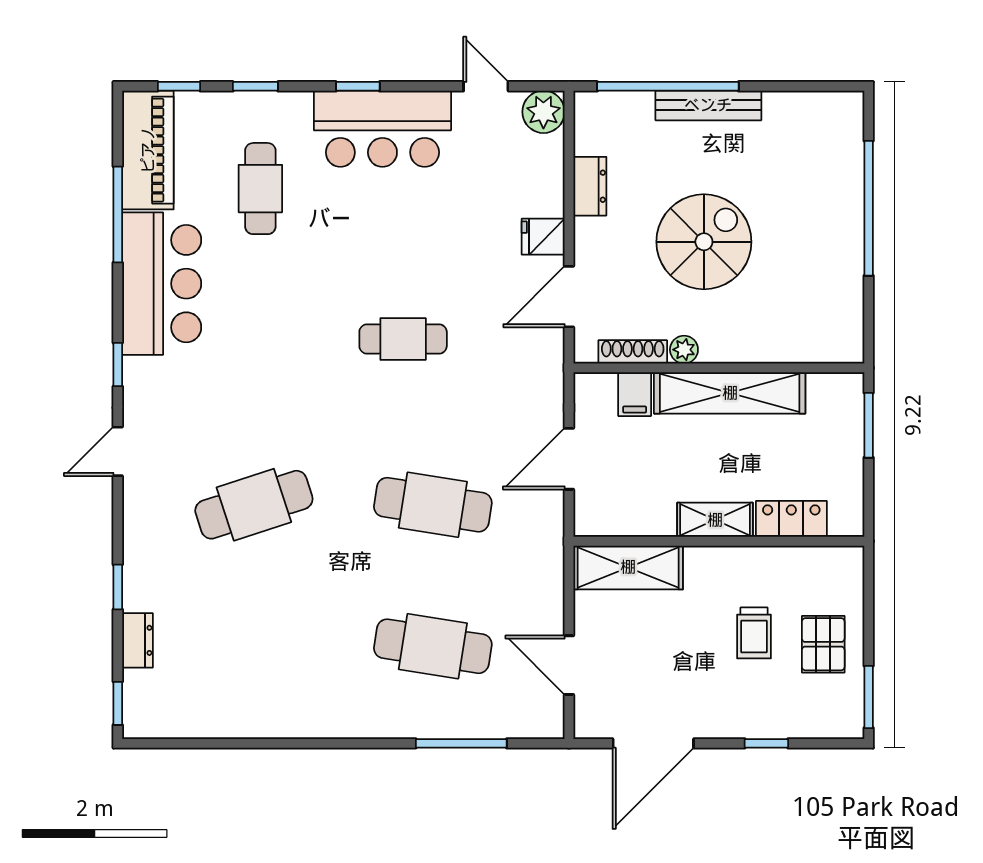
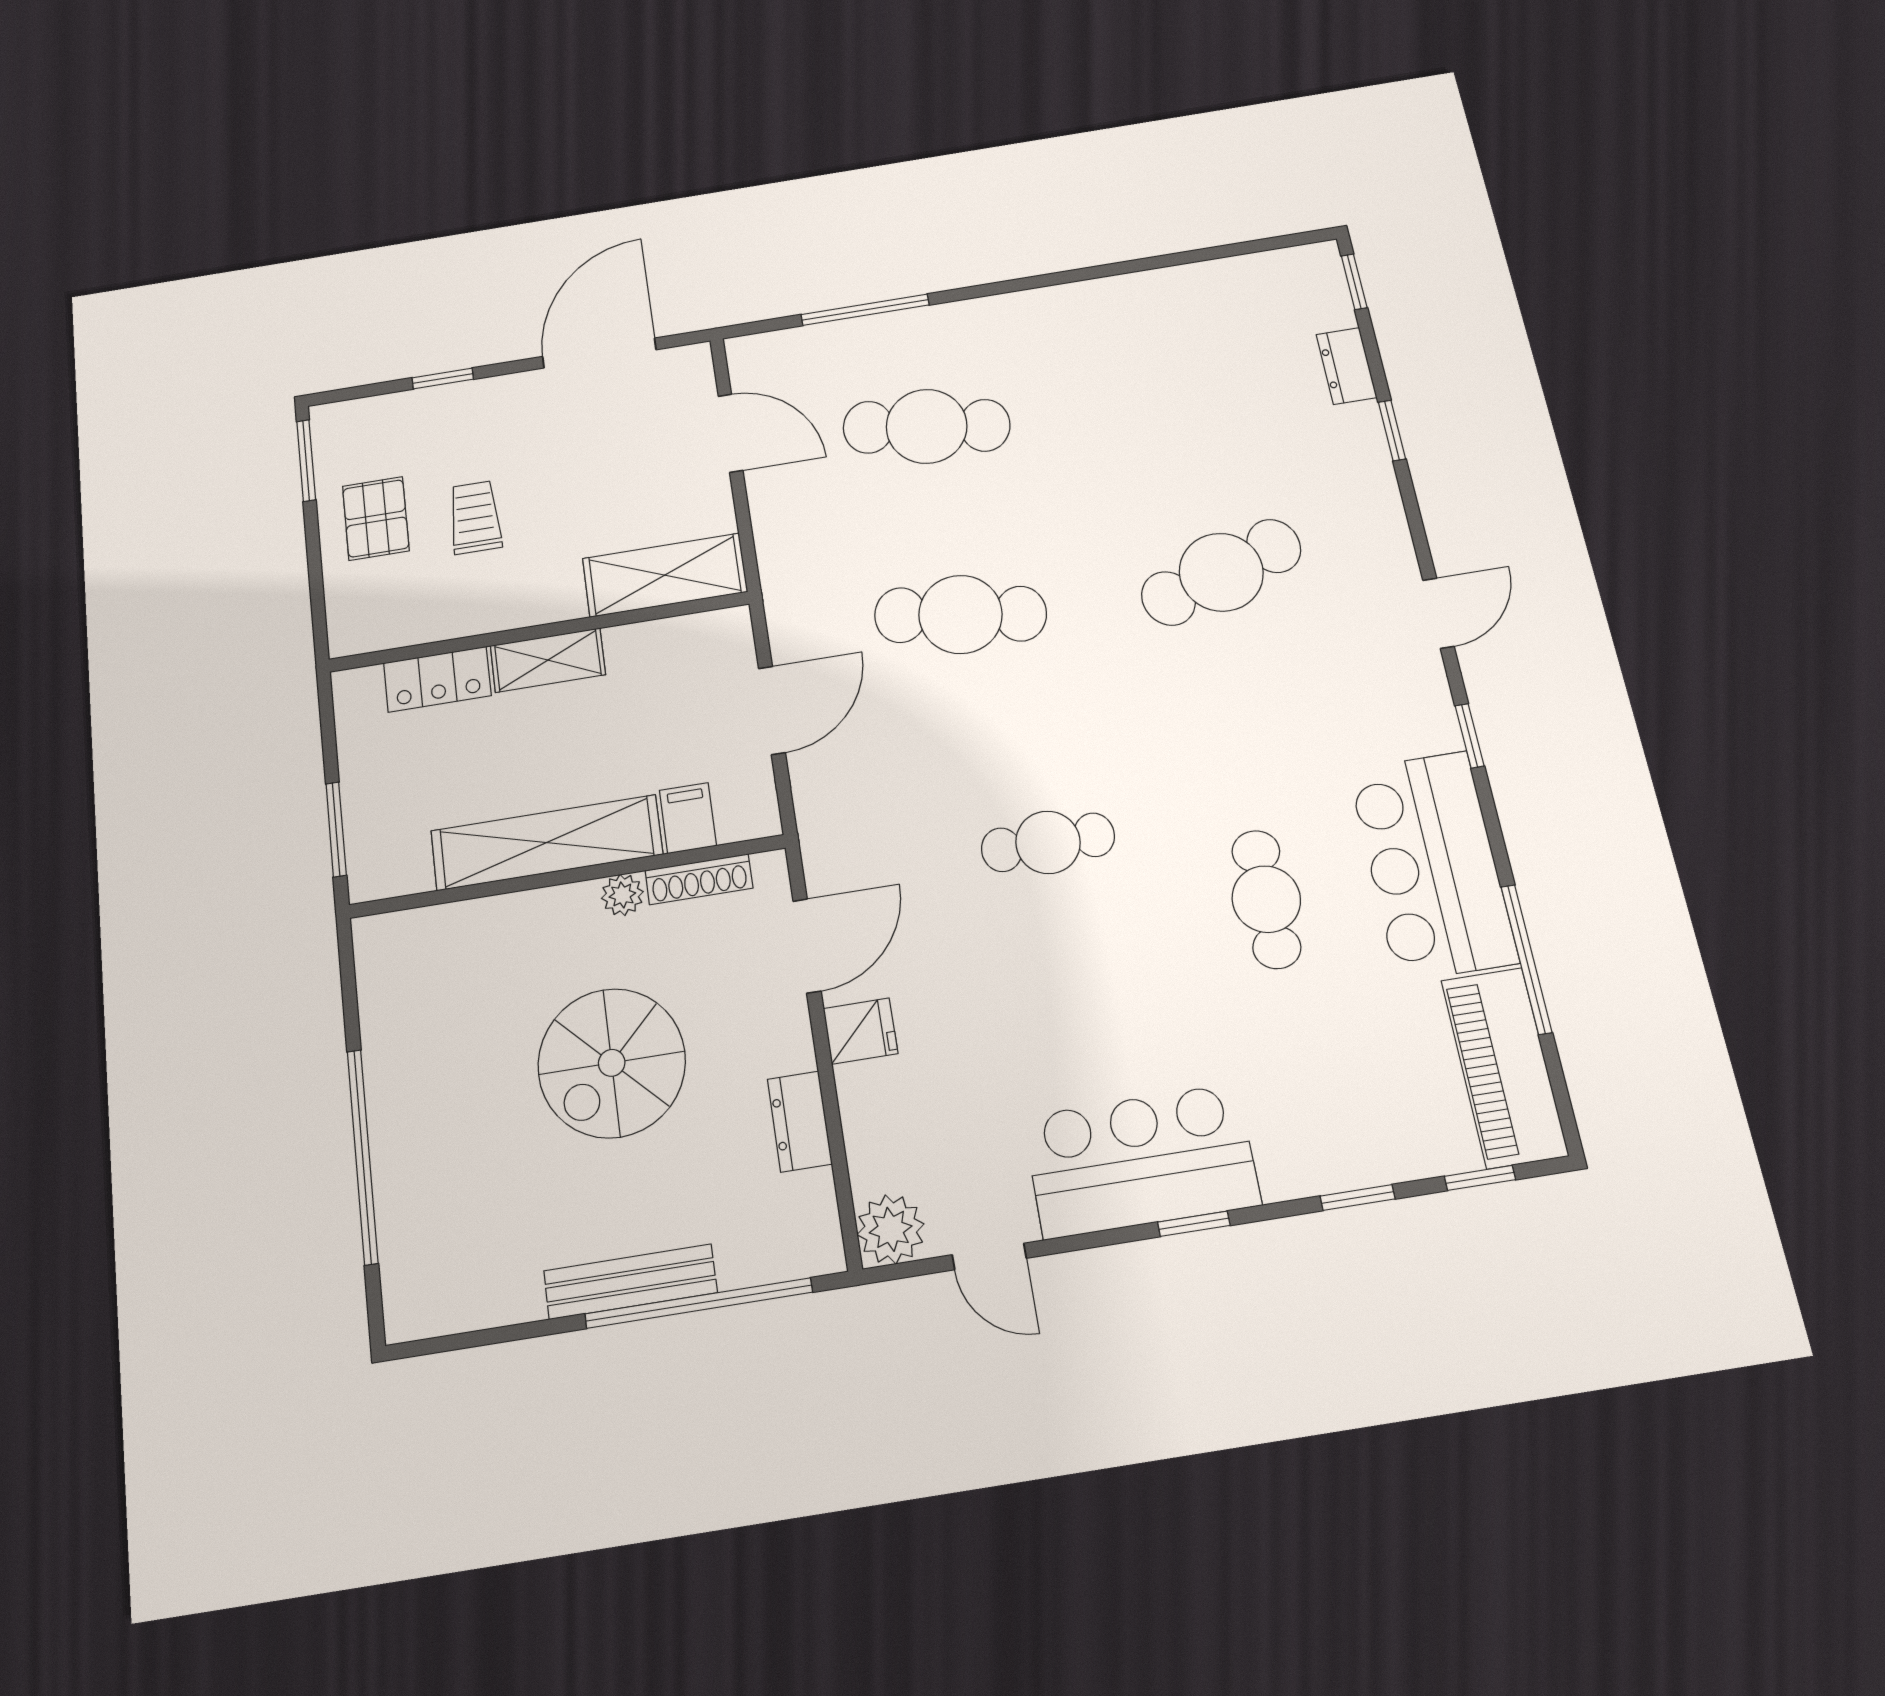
cafe table: (260, 189) -> (1266, 899), moved

